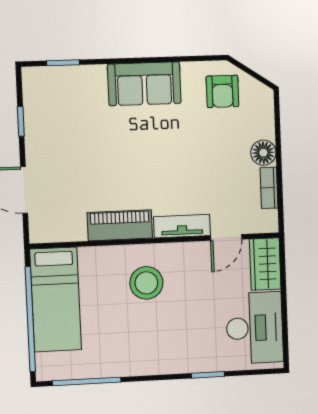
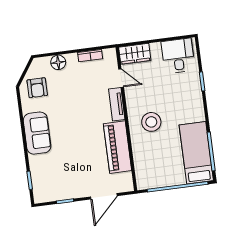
armchair: (222, 91) -> (37, 88), turned 90
floor lamp: (263, 153) -> (58, 62), moved
piano: (120, 225) -> (118, 147), width x1.37, depth x1.33
bed: (56, 300) -> (196, 153), moved, turned -90
desk: (255, 328) -> (178, 56), width x0.73

